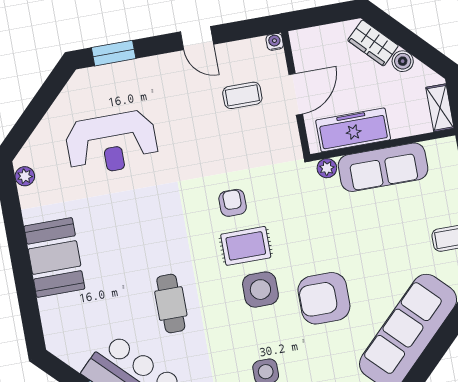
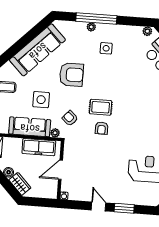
window: (114, 53) -> (124, 208), moved
coffee table: (242, 95) -> (85, 175), removed
armchair: (304, 206) -> (70, 118), added
side table: (260, 290) -> (41, 100), moved
cafe table: (171, 304) -> (141, 90), removed

